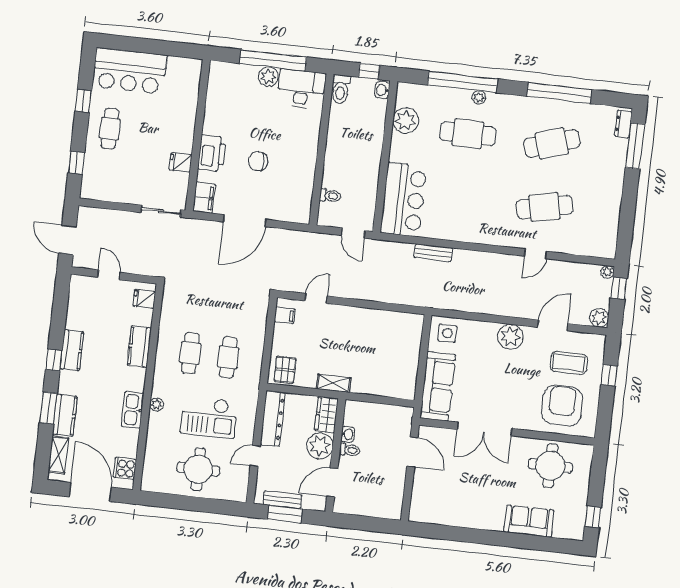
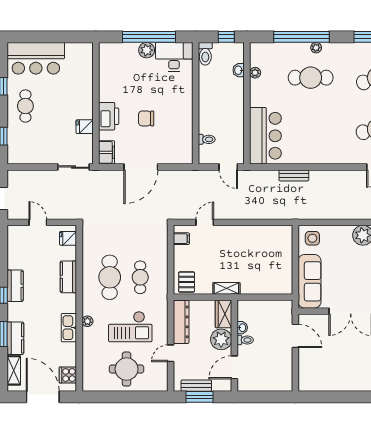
washbasin: (382, 90) -> (239, 70), moved
plant: (406, 120) -> (255, 73), width x0.53, depth x0.53
cafe table: (190, 353) -> (110, 277), width x1.37, depth x1.35

